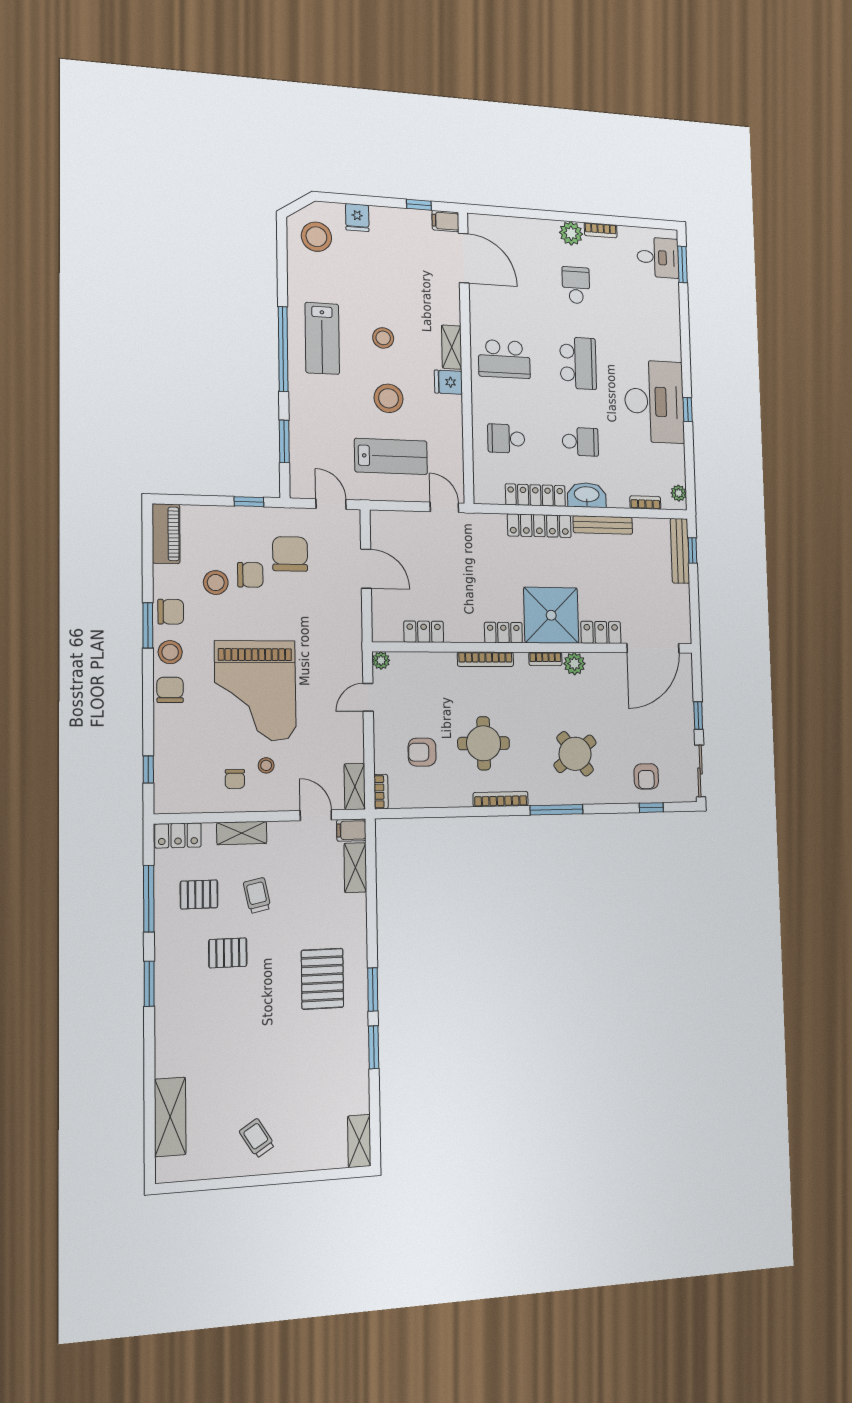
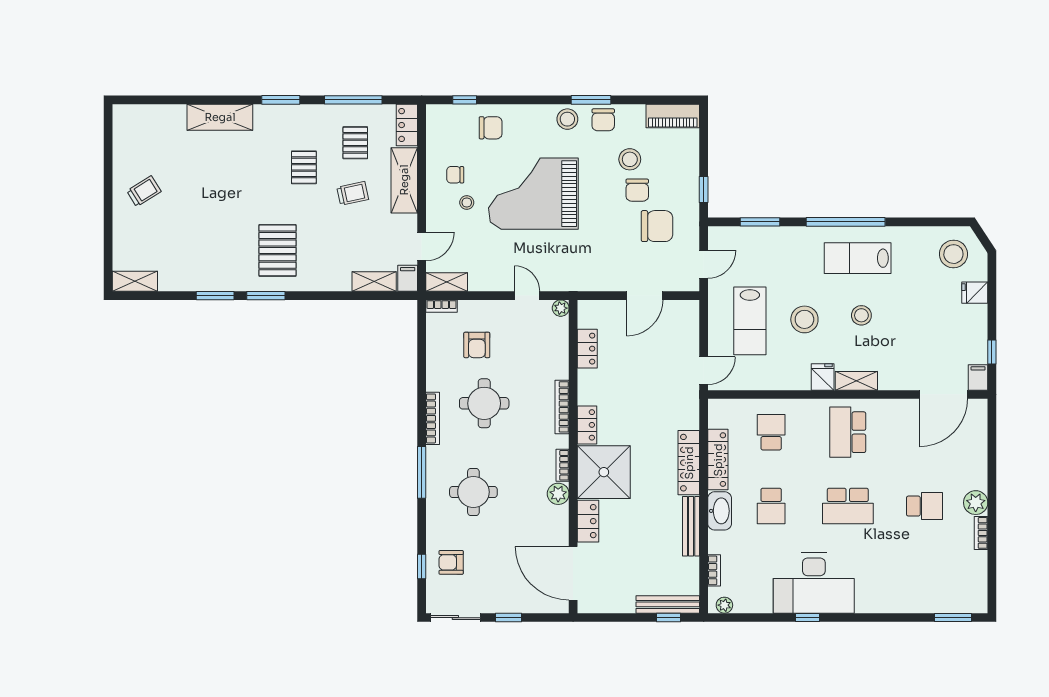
desk: (658, 257) -> (958, 592), removed
chair: (170, 690) -> (491, 128), moved
armchair: (422, 752) -> (477, 345), turned 180
round table: (575, 754) -> (473, 492), turned 37
shelving: (242, 833) -> (404, 180), width x1.50, depth x1.33
pallet: (322, 979) -> (278, 250), turned 90
shelving: (170, 1117) -> (220, 117), moved

